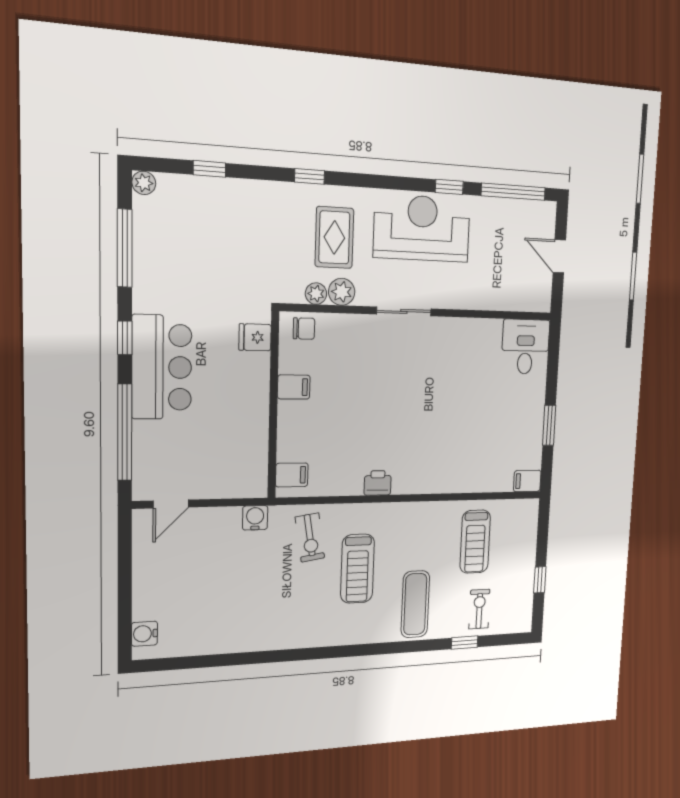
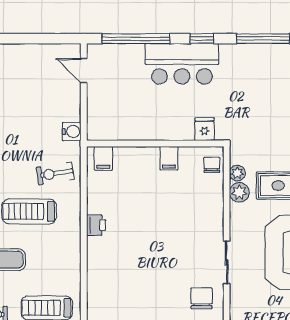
sliding door: (404, 311) -> (227, 262), moved
chair: (304, 329) -> (212, 165), turned 180
chair: (474, 347) -> (202, 298), added

